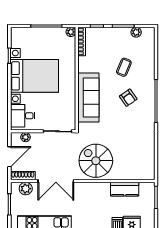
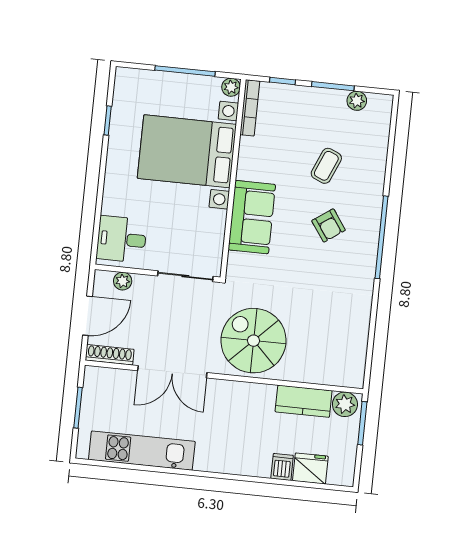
bed with nightstands: (34, 76) -> (187, 151), moved, turned 180
sofa: (88, 98) -> (252, 217), width x0.73
plant: (26, 189) -> (345, 404), moved

